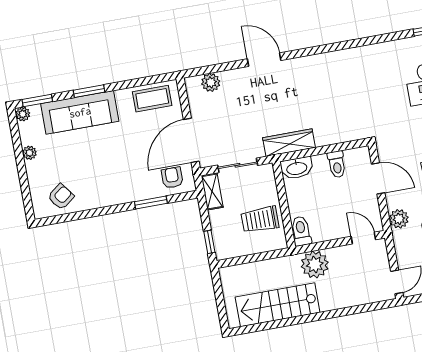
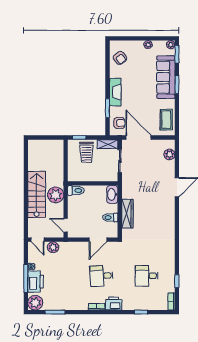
wardrobe: (289, 143) -> (127, 214), moved
fireplace: (121, 194) -> (115, 92), added
trolley: (260, 219) -> (86, 152), moved, turned 180
plant: (399, 219) -> (53, 247), moved
door: (363, 238) -> (66, 225), swing flipped
stairs: (278, 305) -> (37, 195), moved

